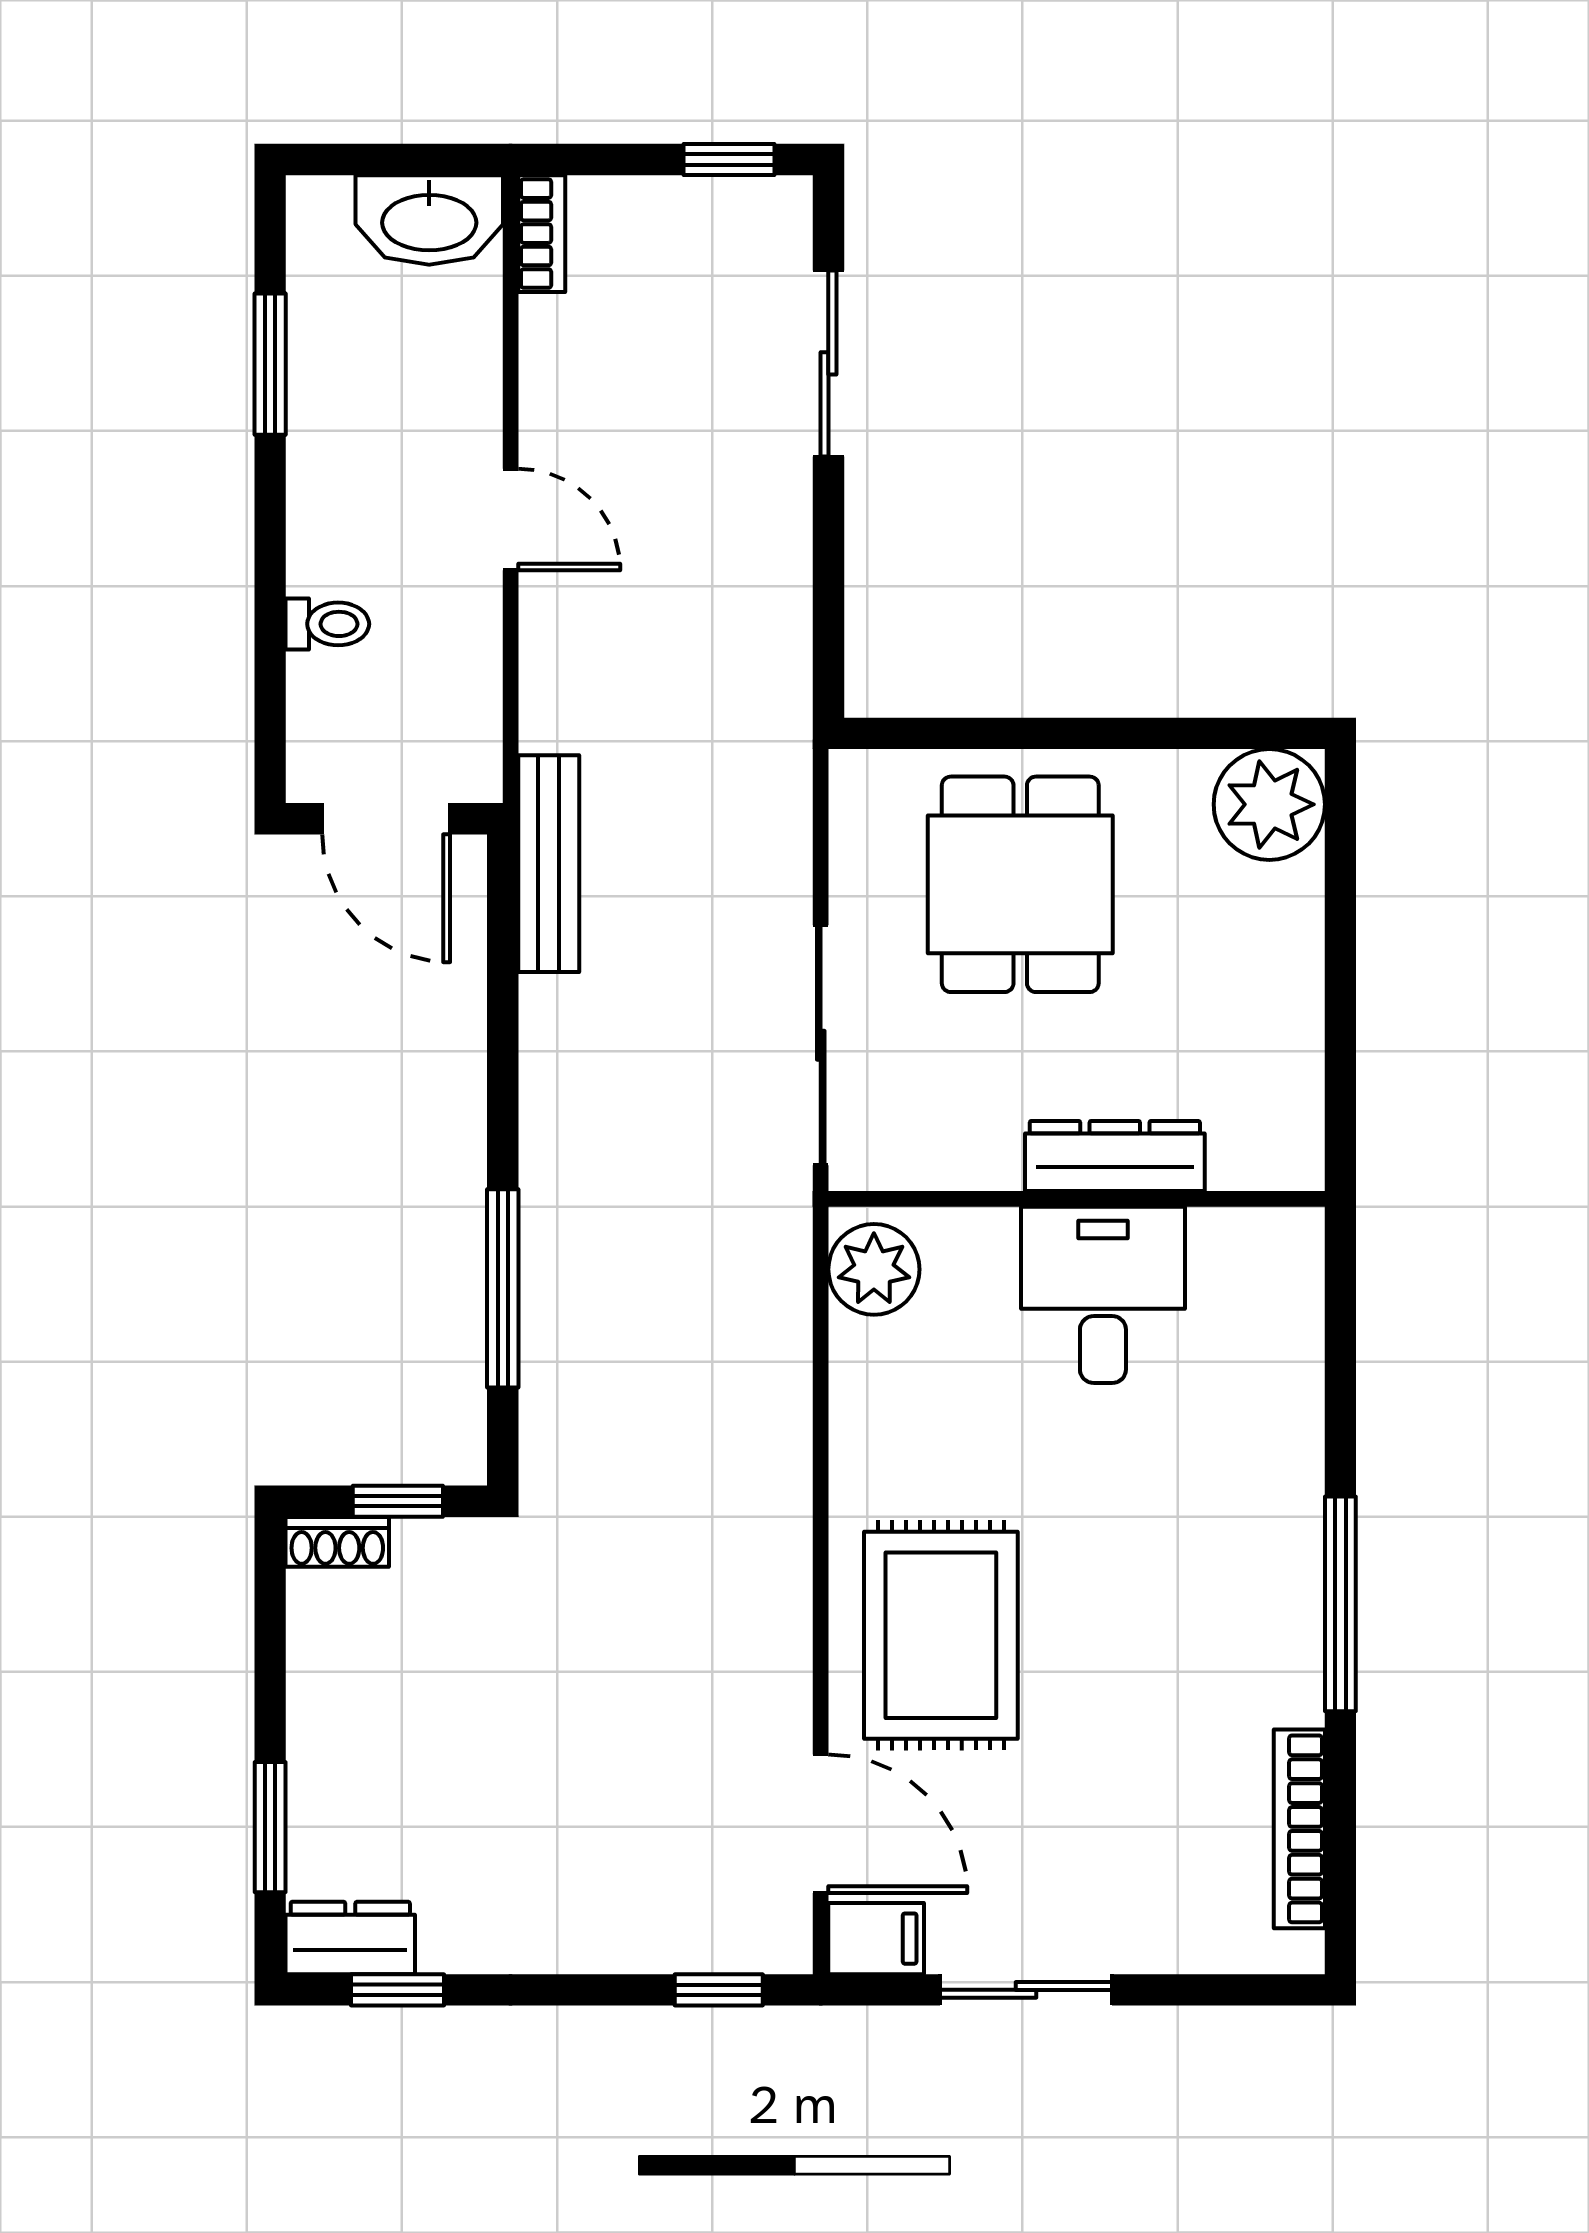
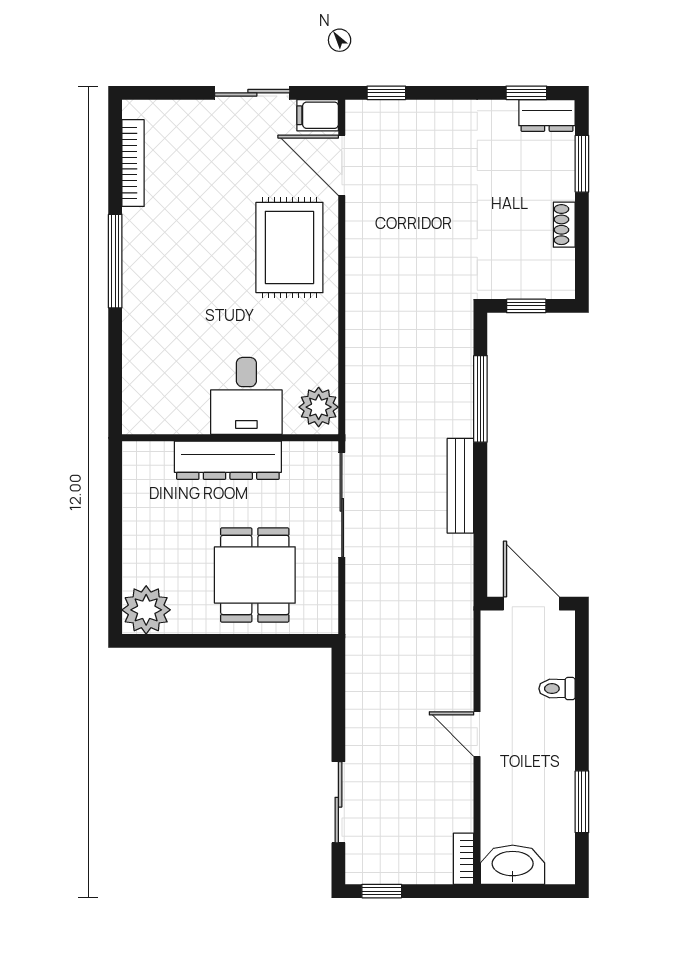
bench: (549, 864) -> (460, 486), moved
dresser: (1115, 1156) -> (228, 460), width x1.37, depth x1.24
desk: (1103, 1295) -> (246, 396), moved
shoe rack: (337, 1542) -> (564, 225), moved, turned -90

